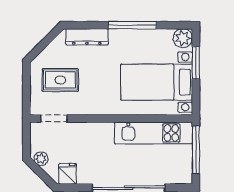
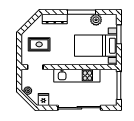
plant: (183, 38) -> (96, 20), moved
kitchen unit: (153, 133) -> (77, 76), moved

